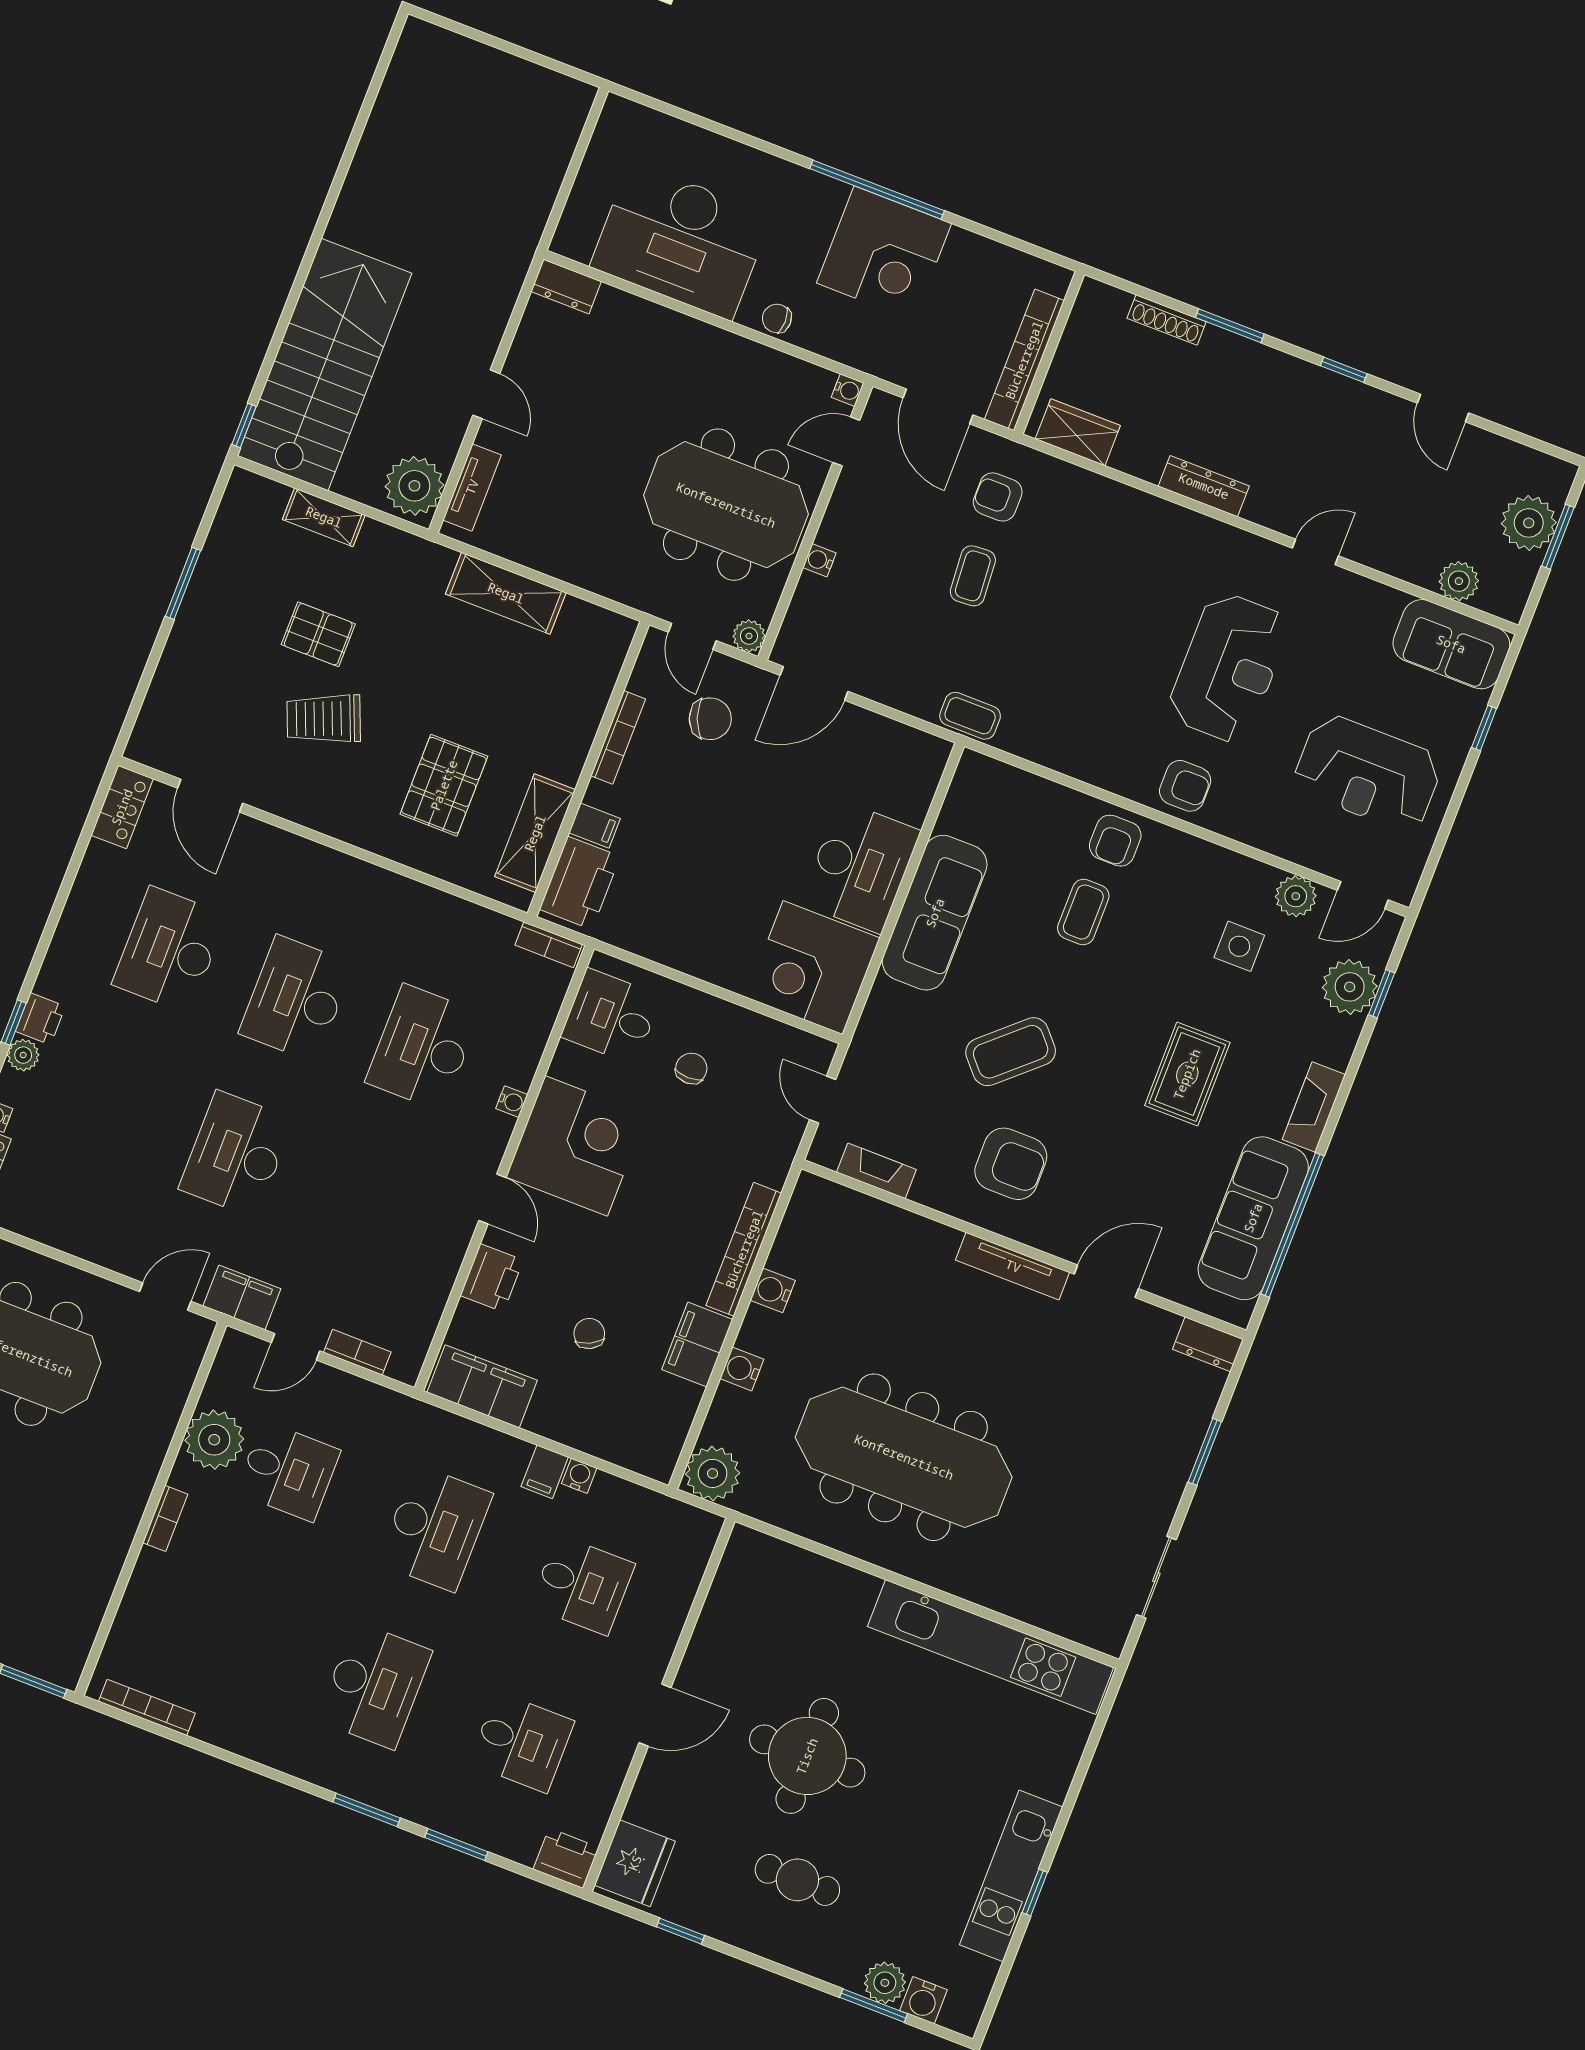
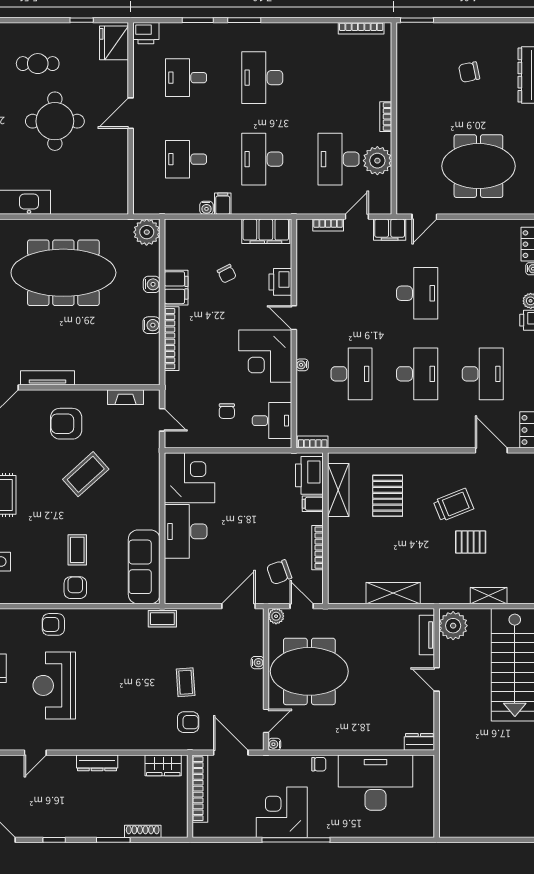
sofa: (935, 913) -> (144, 567), moved
desk: (288, 1471) -> (339, 159), width x1.37

